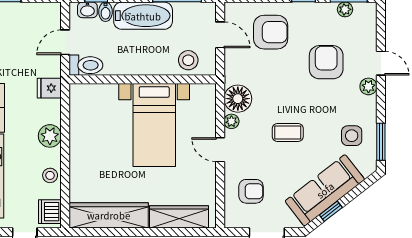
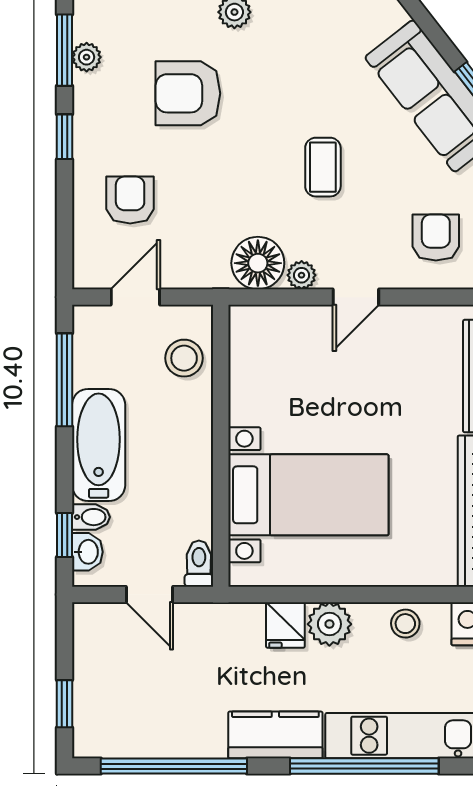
armchair: (271, 32) -> (130, 200), width x0.72, depth x0.72
toilet: (86, 65) -> (199, 564), width x0.73, depth x0.72
fridge: (49, 88) -> (285, 625), moved
bed with nightstands: (154, 125) -> (308, 495), moved
side table: (352, 136) -> (329, 44), removed

